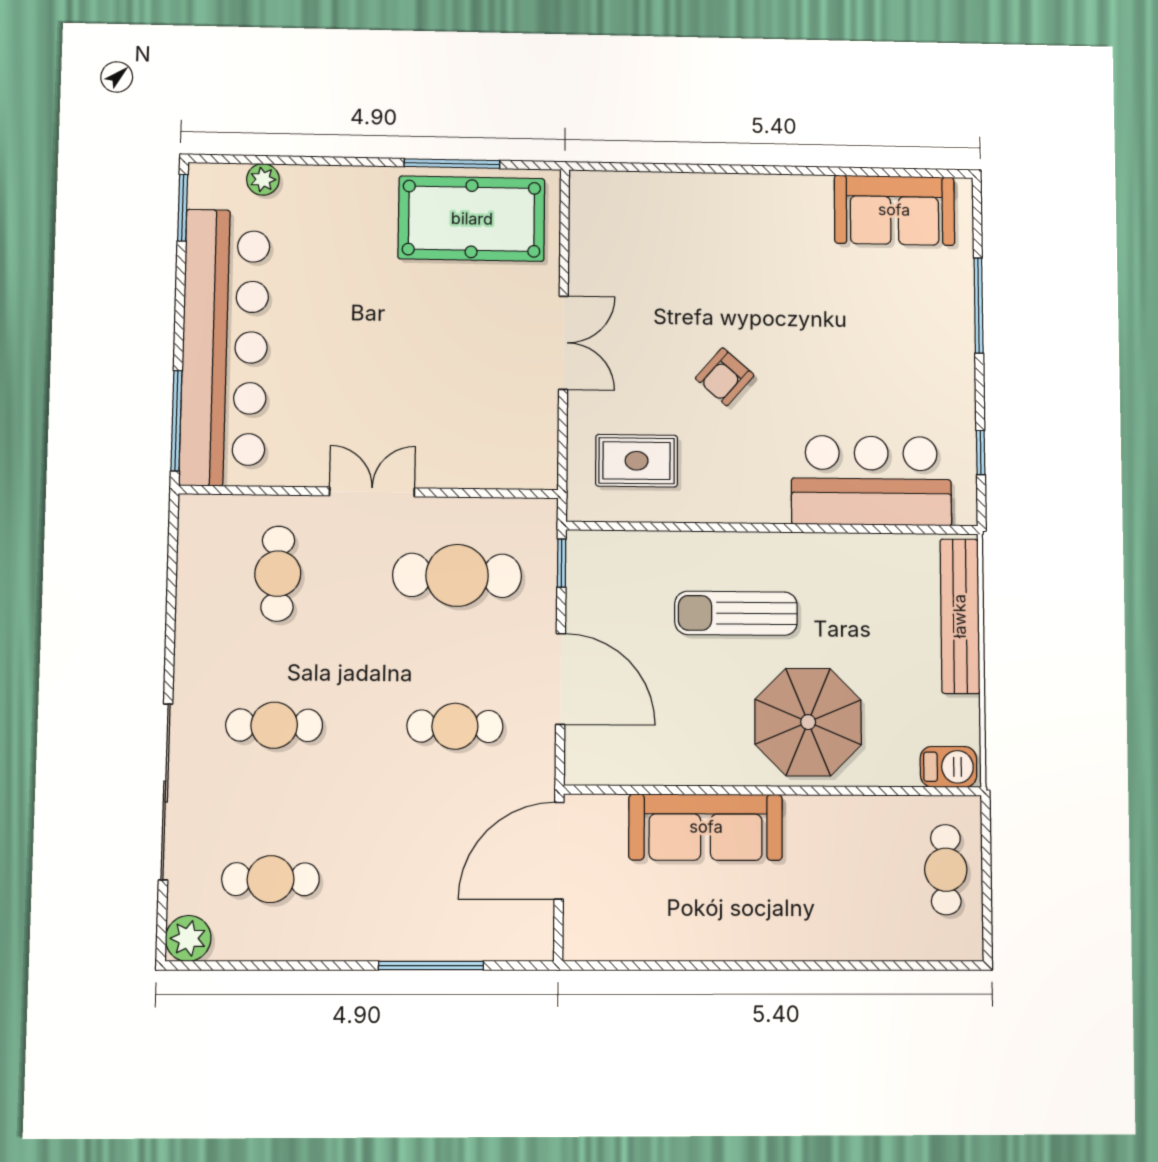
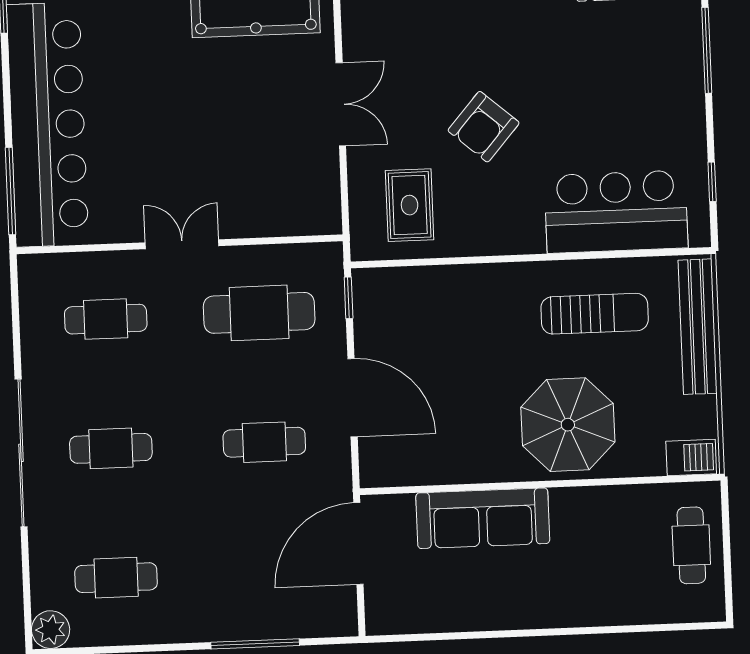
armchair: (725, 377) -> (484, 127), width x1.38, depth x1.38
rug: (637, 461) -> (410, 205), turned 90
cafe table: (278, 574) -> (106, 319), turned 90
sun lounger: (736, 613) -> (595, 314), moved, turned 180
sliding door: (166, 792) -> (21, 453), moved

